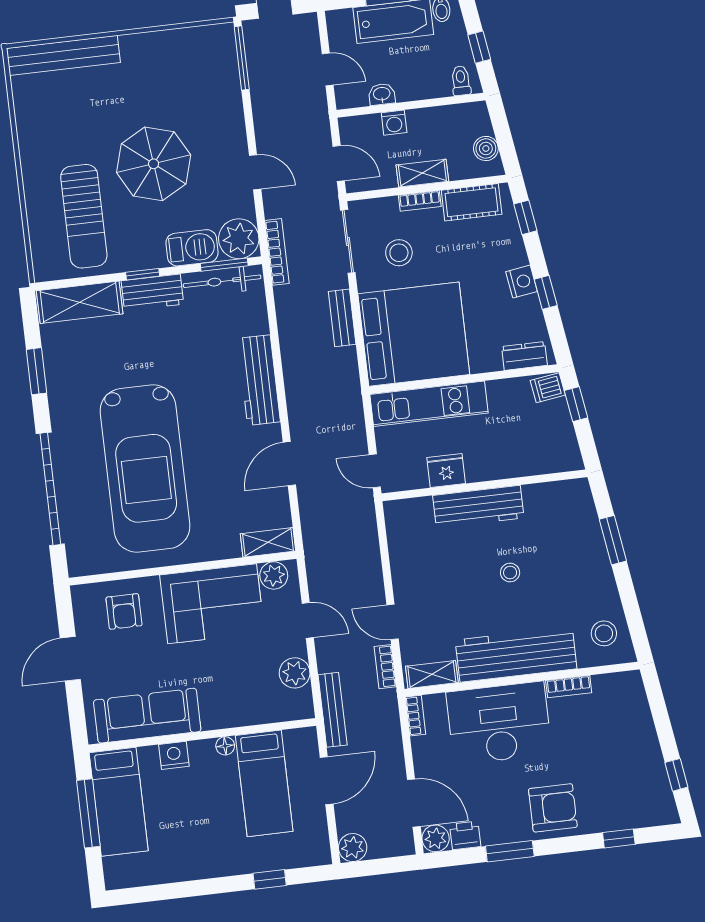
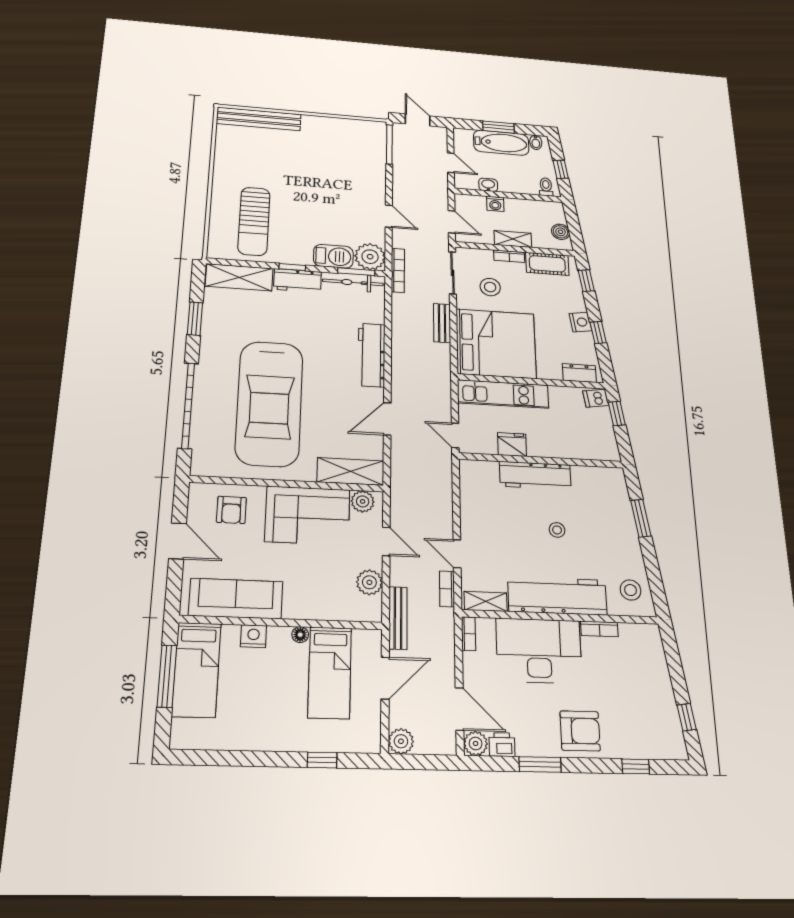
parasol: (154, 164) -> (313, 197), removed
shelving: (268, 542) -> (351, 471), width x1.50, depth x1.33
door: (70, 659) -> (177, 541), swing flipped

